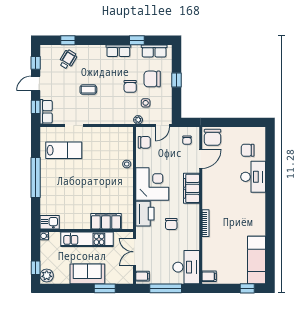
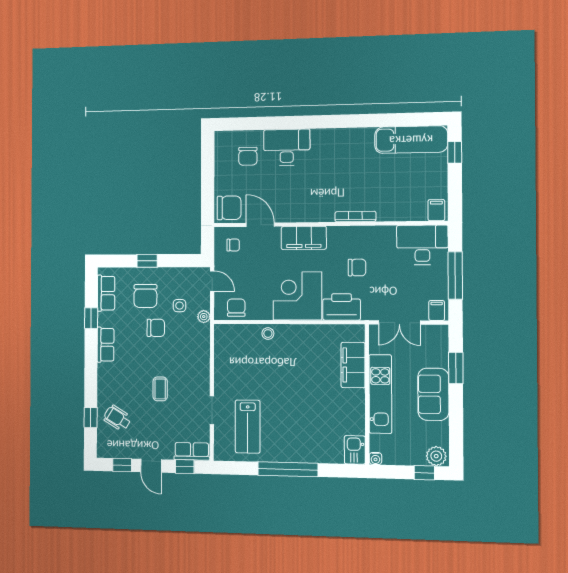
lab bench: (64, 150) -> (248, 427), turned 180

